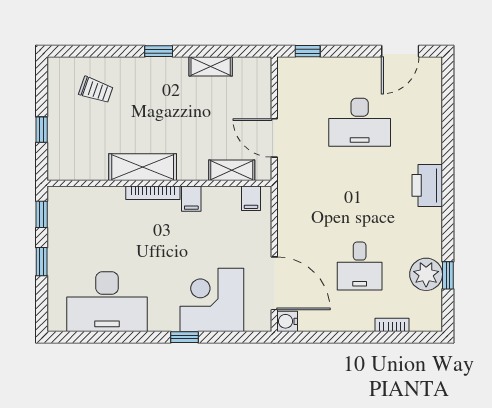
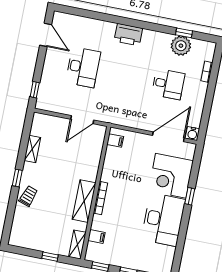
trolley: (96, 90) -> (28, 196), moved
shelving: (232, 170) -> (77, 245), moved
filing cabinet: (191, 199) -> (96, 236), moved
desk: (107, 302) -> (163, 220), moved

